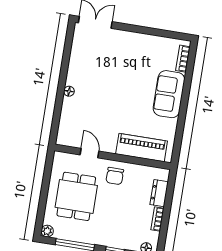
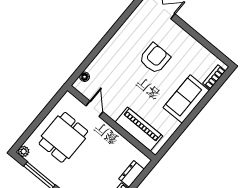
armchair: (118, 74) -> (155, 58), added
floor lamp: (69, 91) -> (85, 77), moved
chair: (115, 176) -> (104, 139), removed

